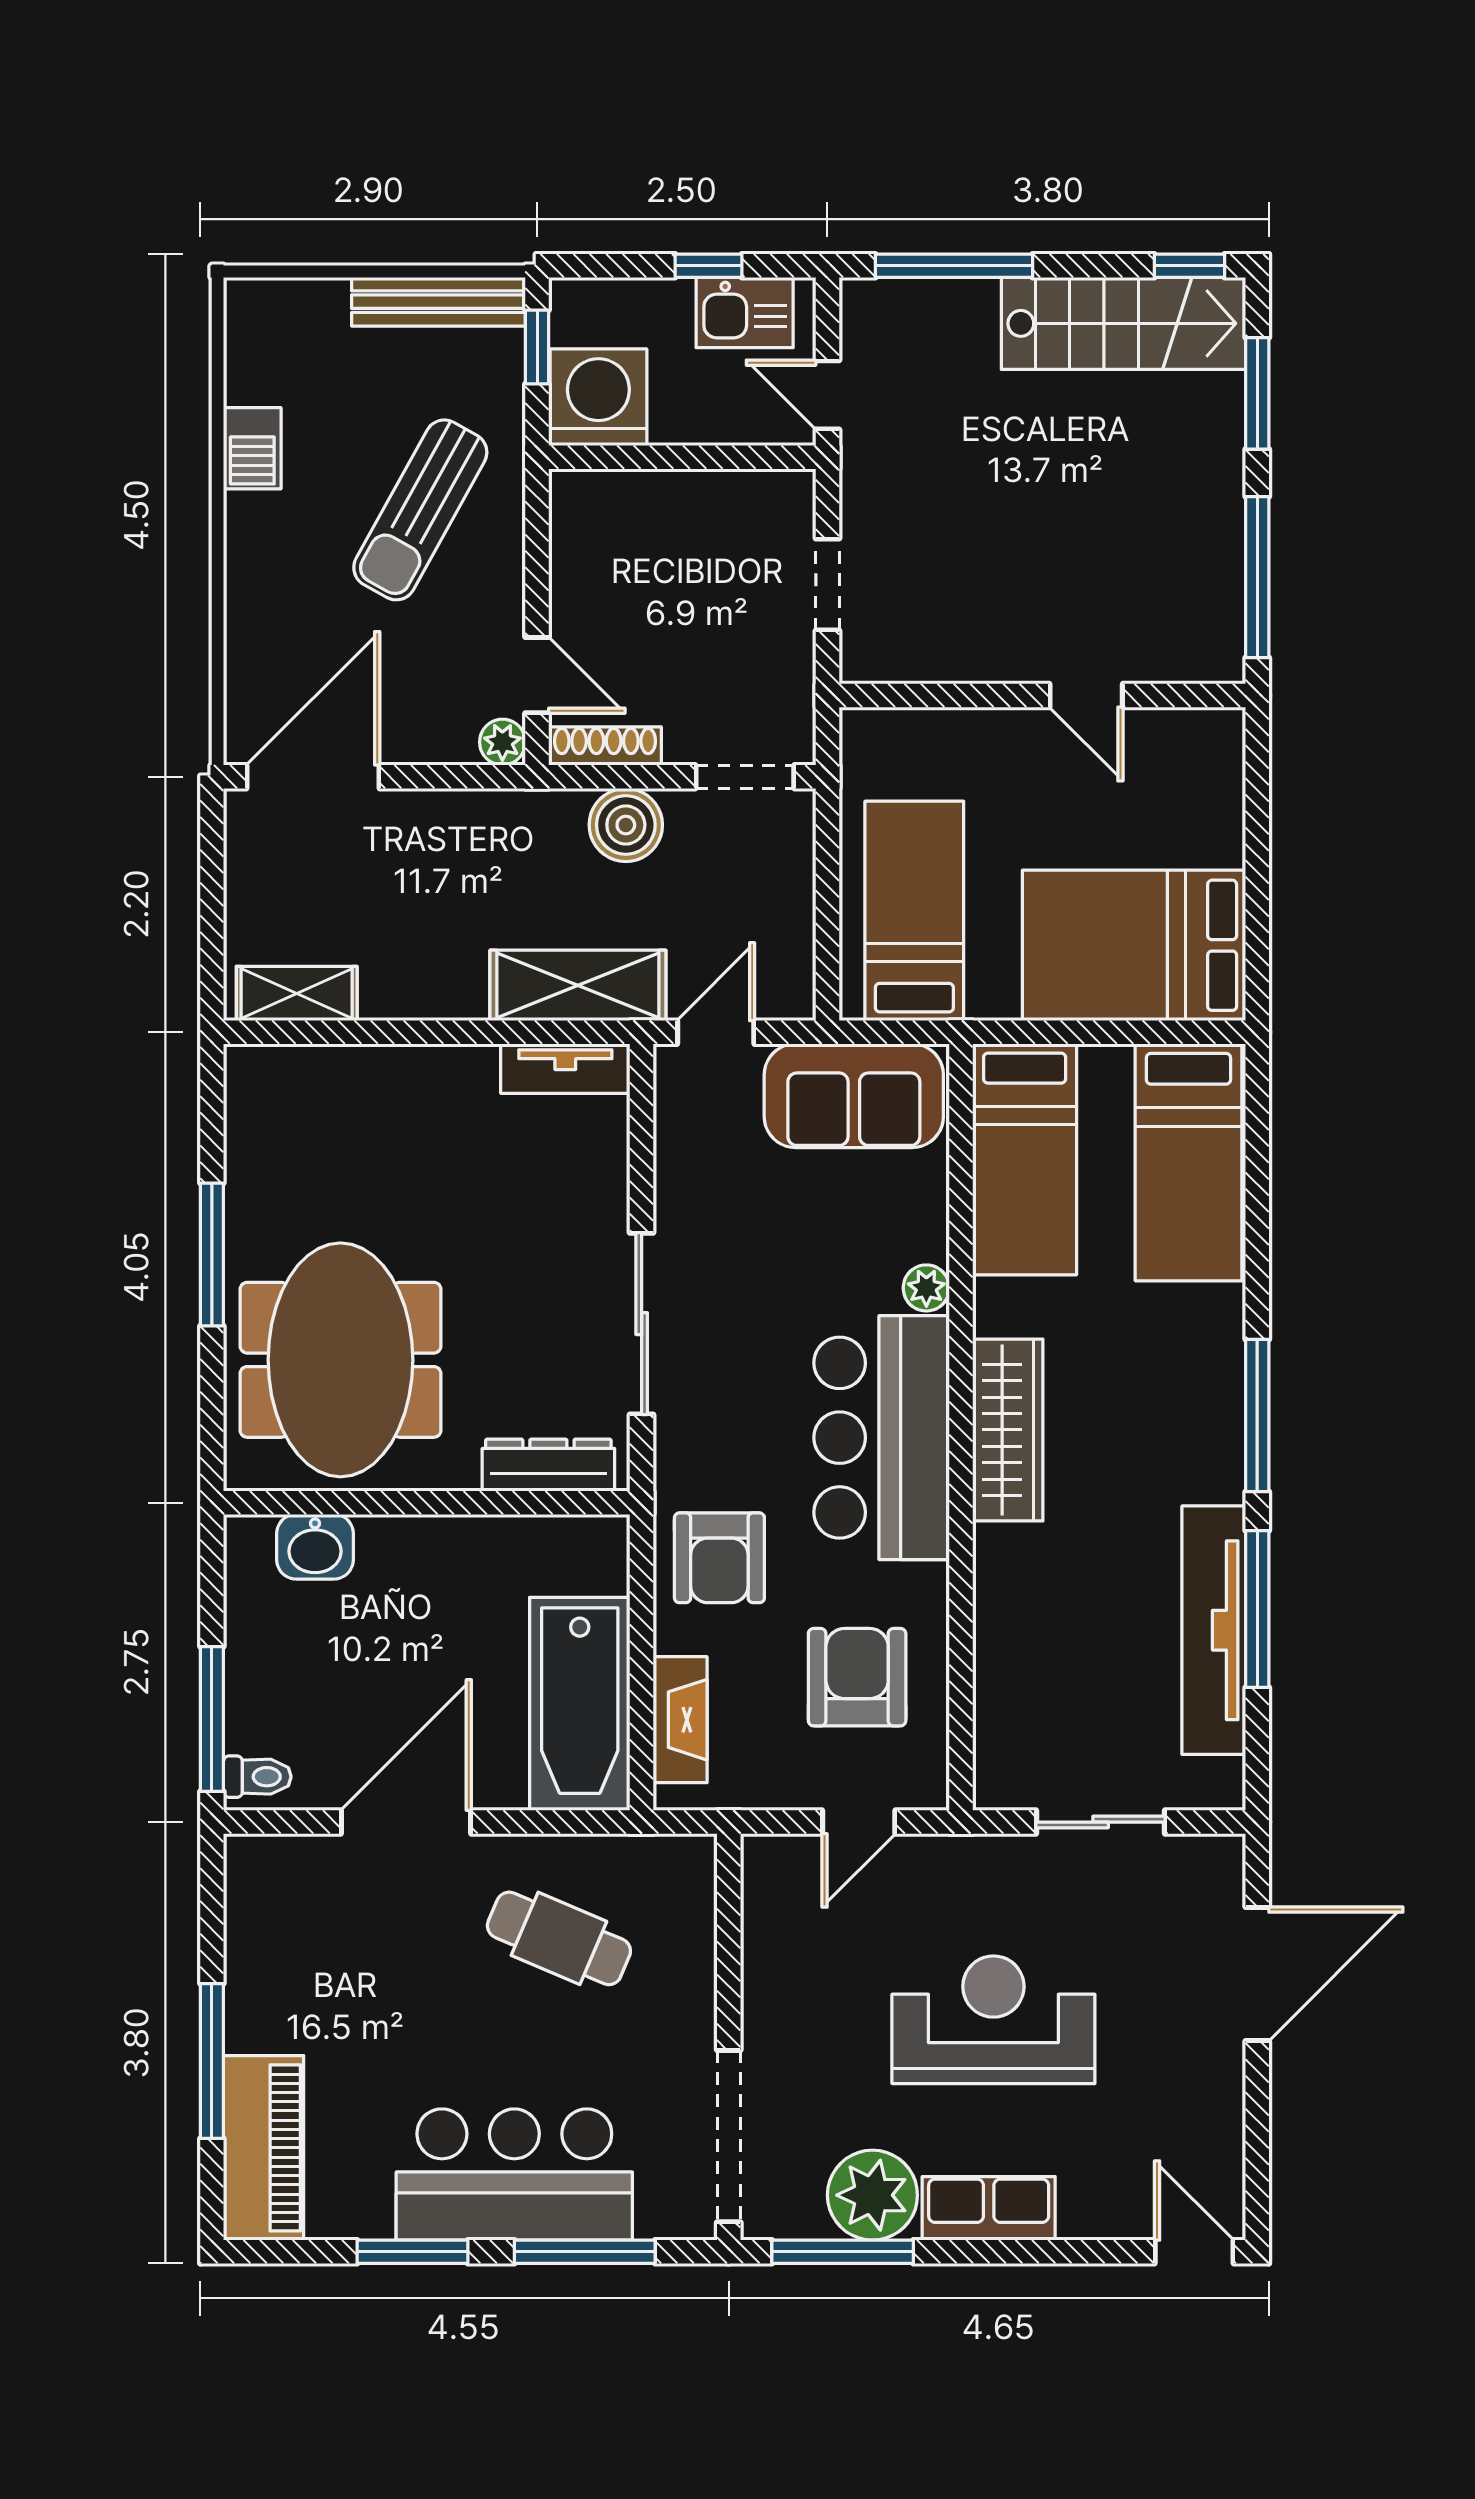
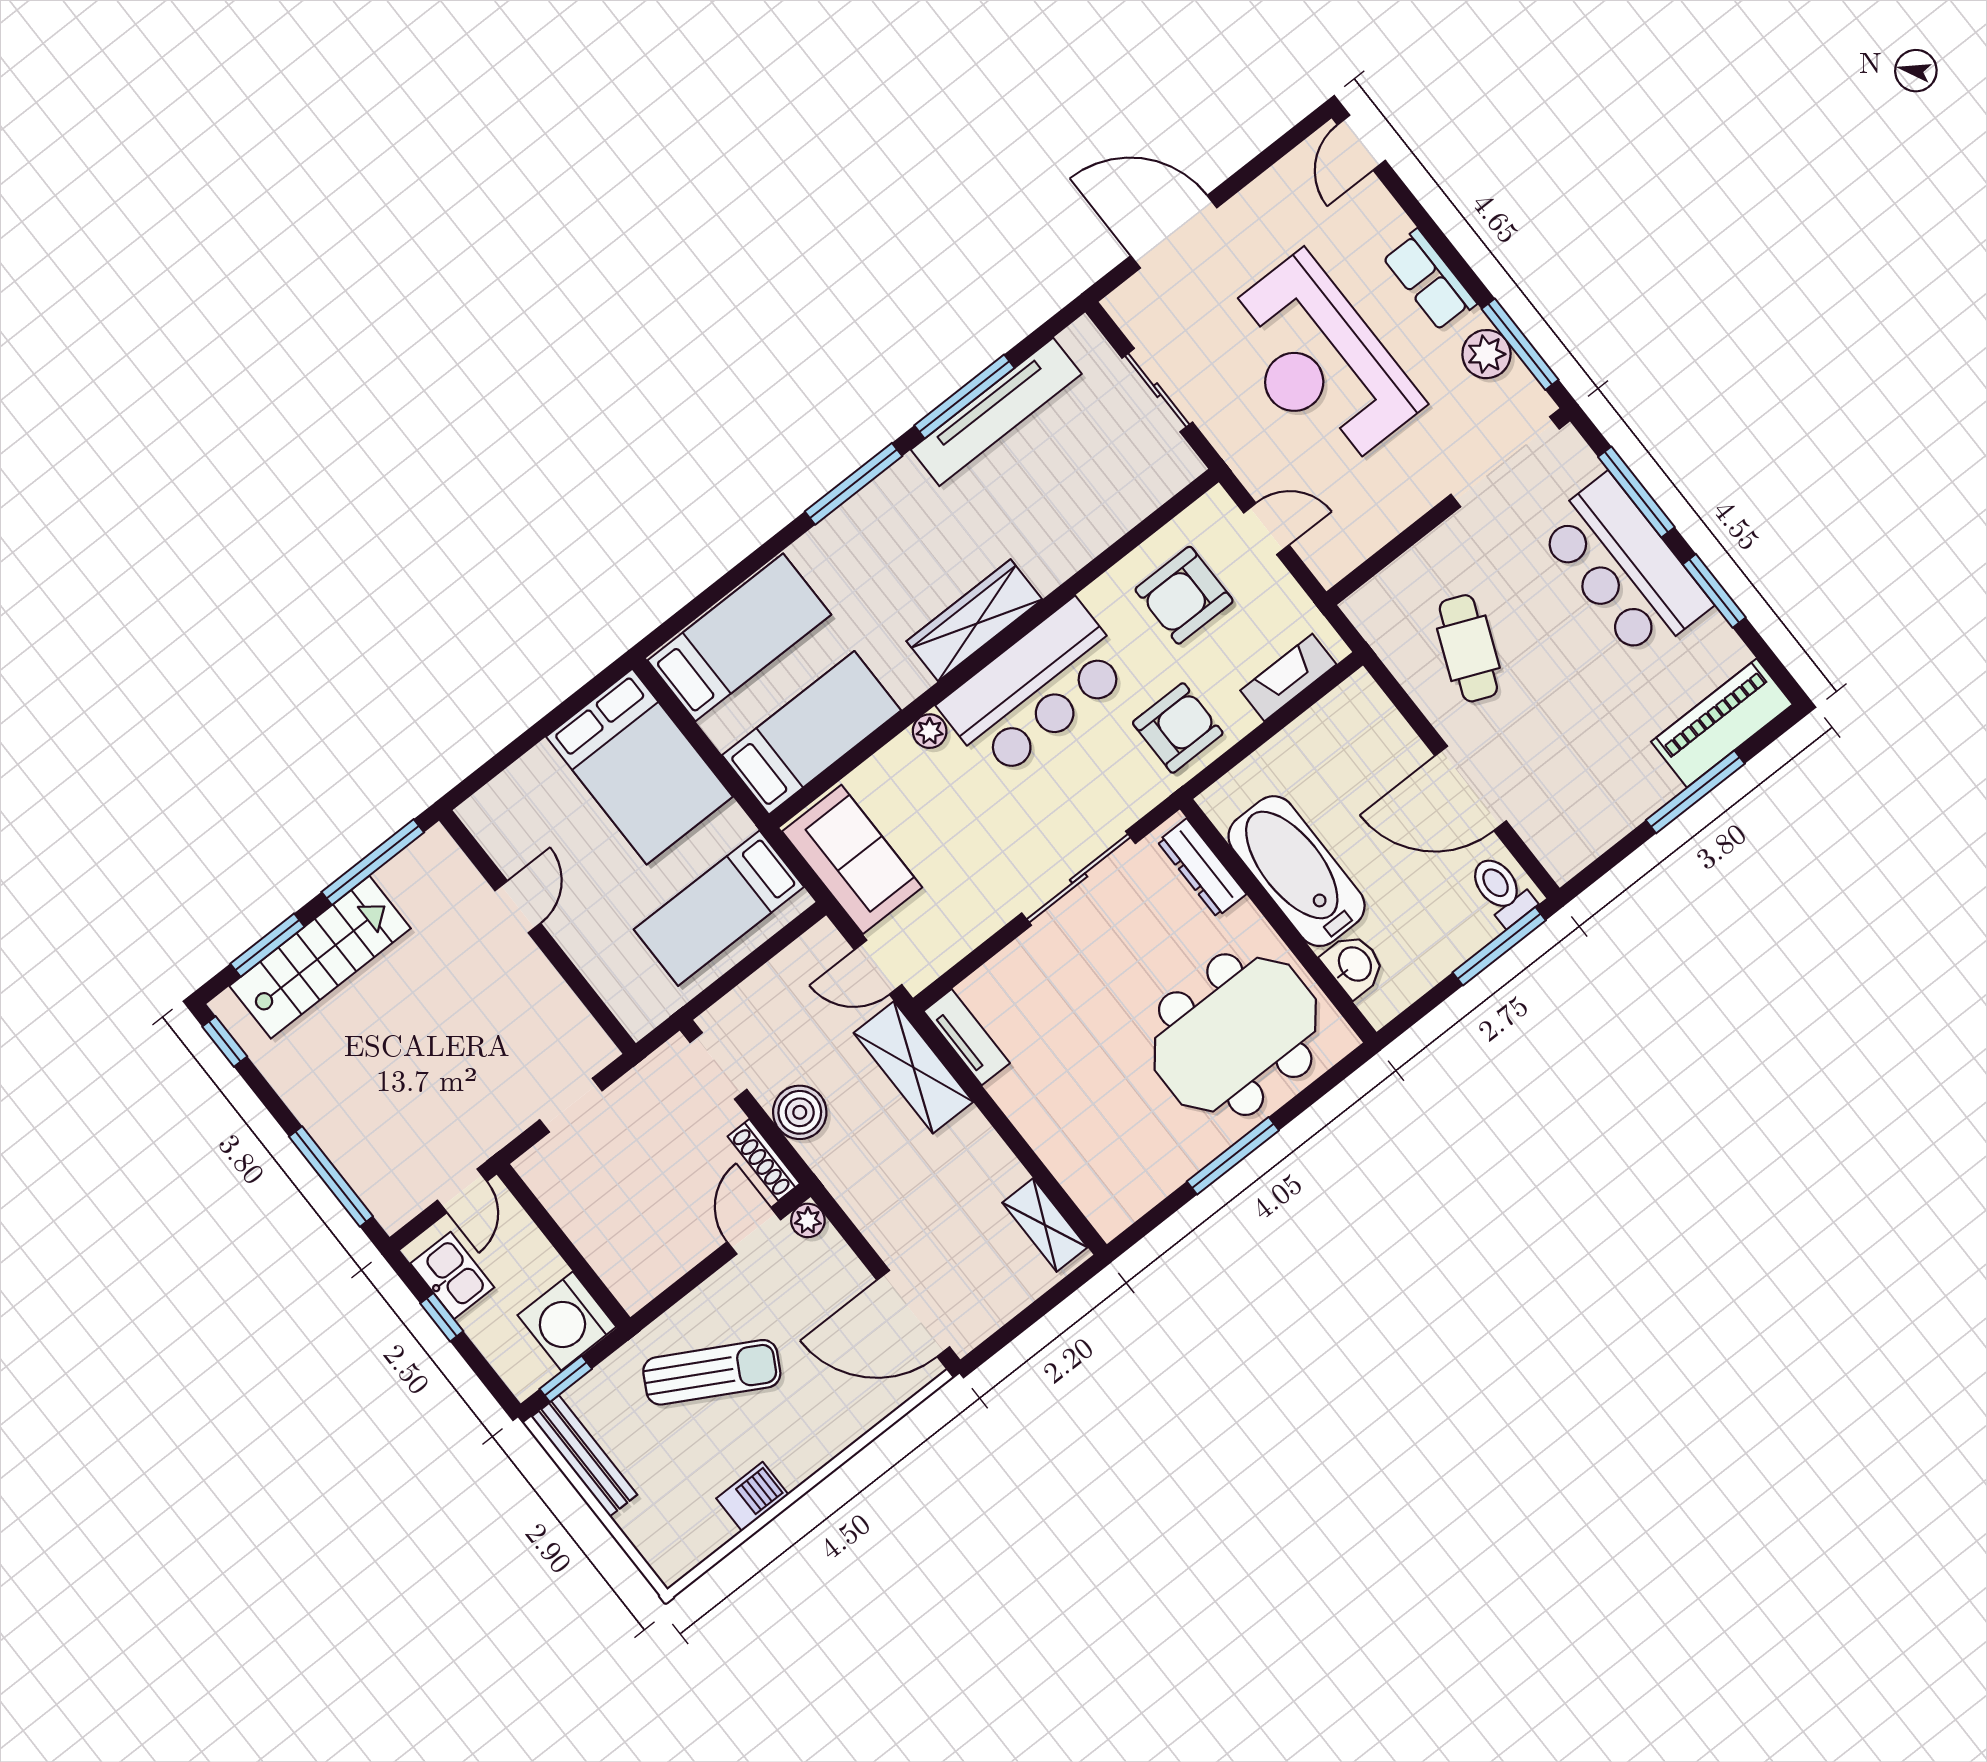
stairs: (1123, 323) -> (320, 957), moved, turned 90
bathtub: (580, 1704) -> (1297, 871), moved, turned -90
toilet: (257, 1777) -> (1501, 890), width x1.37, depth x1.39
reception desk: (993, 2020) -> (1319, 362), width x1.36, depth x1.30
plant: (872, 2195) -> (1486, 354), width x0.73, depth x0.73

